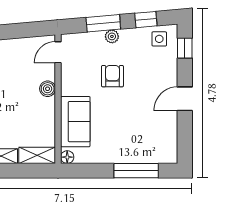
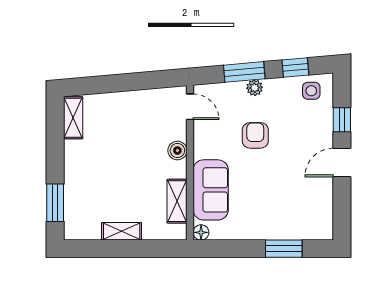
window: (185, 48) -> (342, 120), moved
door: (58, 52) -> (190, 107), swing flipped
shelving: (37, 155) -> (177, 201), moved, turned 90
window: (136, 171) -> (284, 249), width x0.69

